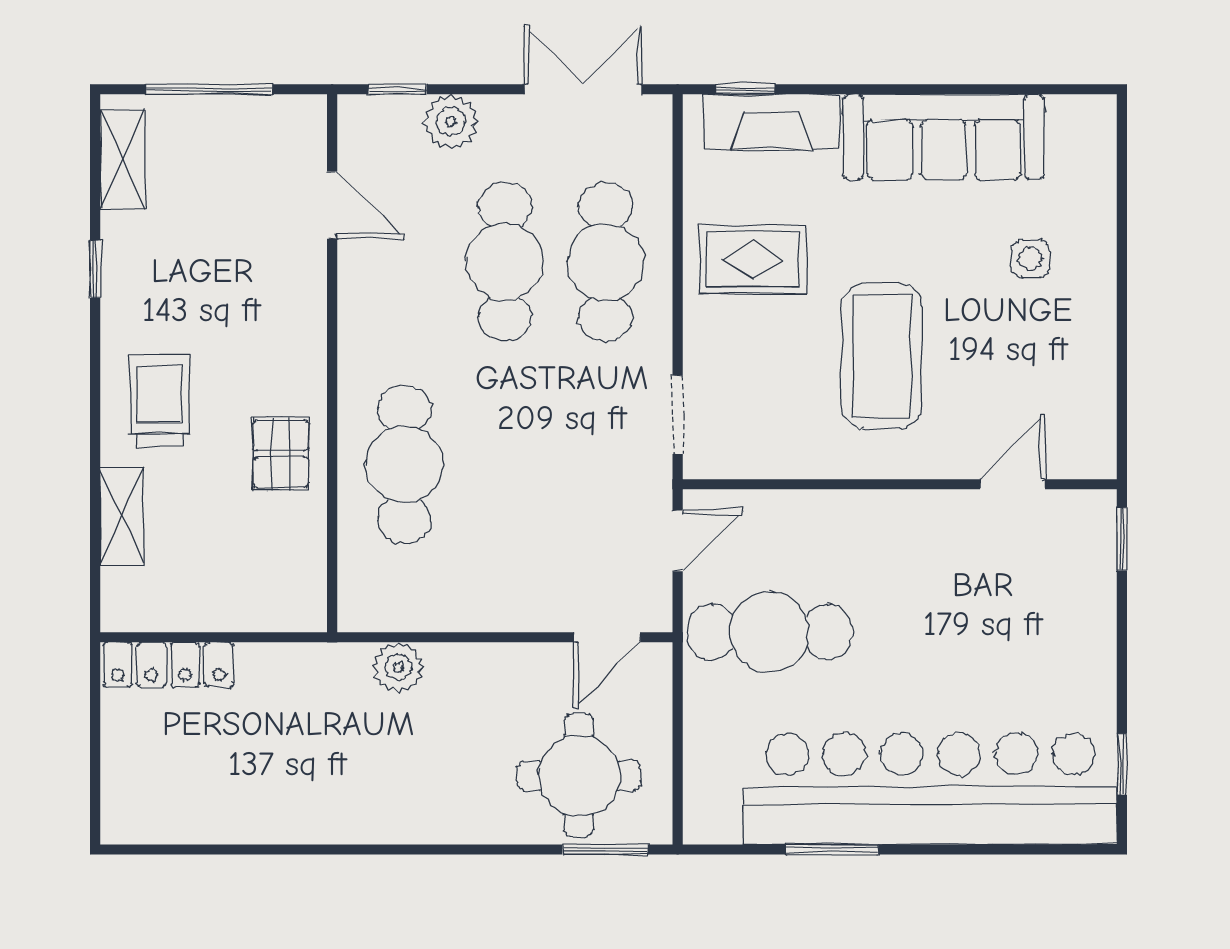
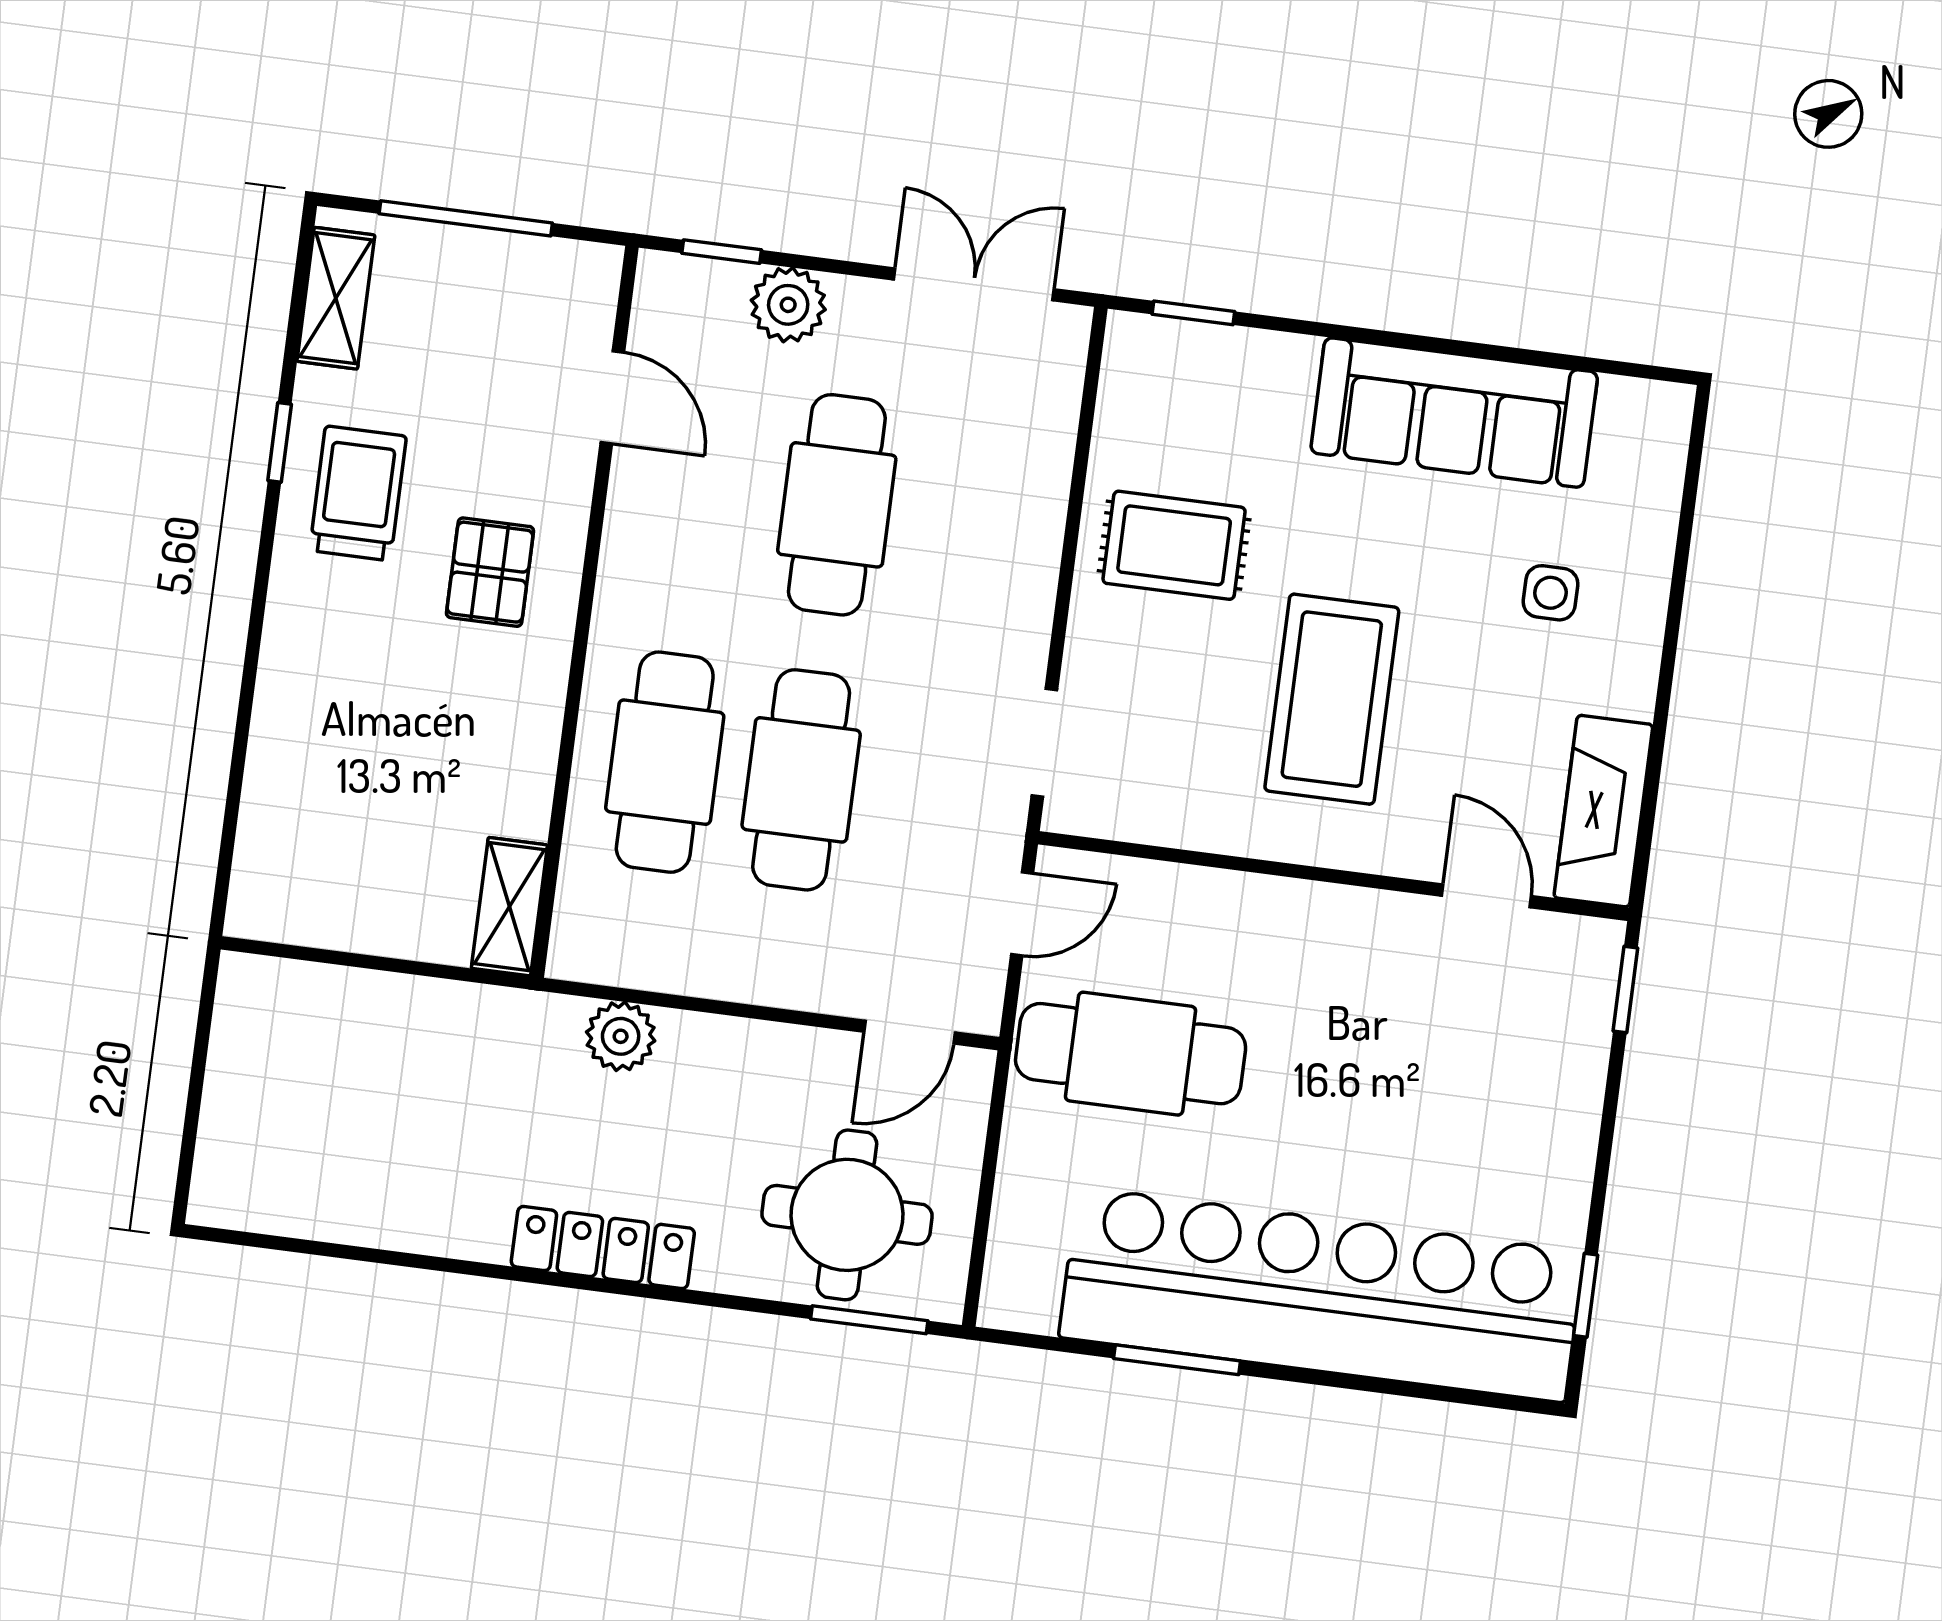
fireplace: (772, 122) -> (1603, 811), moved, turned 90
cafe table: (605, 262) -> (801, 780), moved
trolley: (160, 400) -> (358, 493), moved
pallet: (281, 454) -> (490, 572), moved
door: (1012, 484) -> (1486, 896), hinge flipped
shelving: (122, 516) -> (509, 907), moved
locker: (168, 665) -> (603, 1247), moved, turned 180

